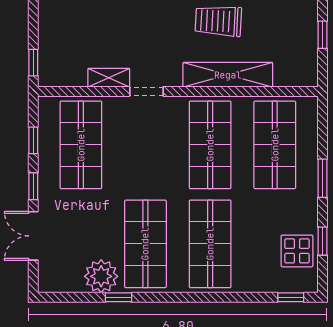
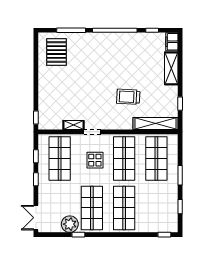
shelving: (228, 75) -> (156, 124), moved
double door: (33, 236) -> (36, 218), moved
display table: (297, 251) -> (95, 160), moved

